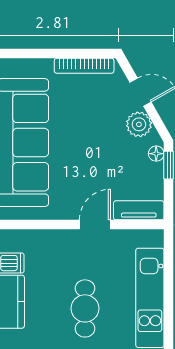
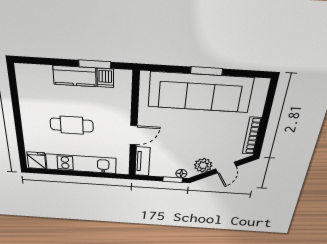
door: (95, 225) -> (133, 135), hinge flipped

